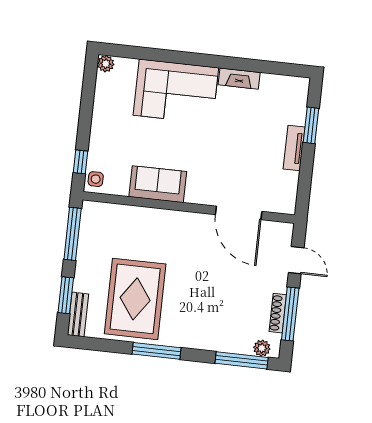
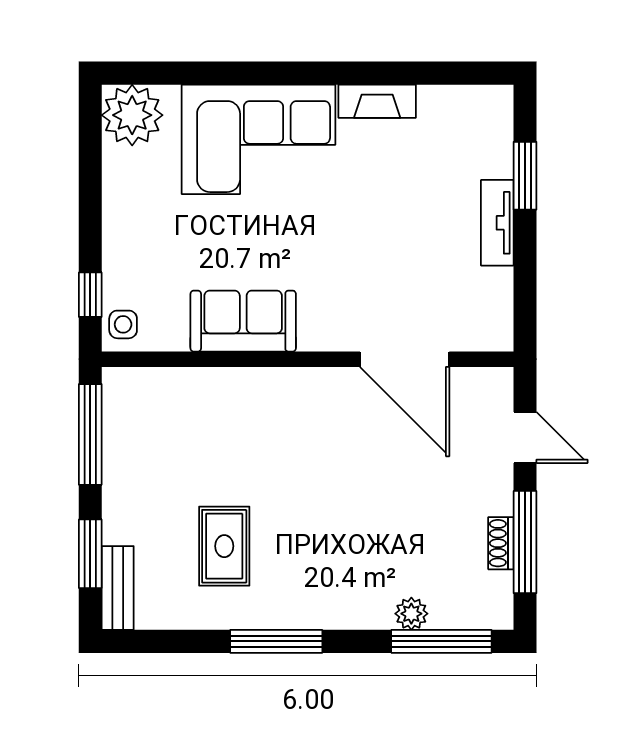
plant: (106, 64) -> (132, 115), width x1.87, depth x1.87
rug: (135, 299) -> (224, 546), width x0.54, depth x0.49
shoe rack: (278, 313) -> (501, 543), width x0.70
plant: (262, 348) -> (411, 614), moved

